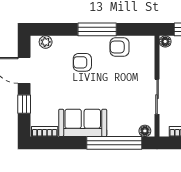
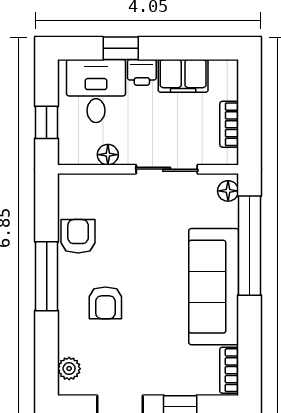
floor lamp: (165, 41) -> (108, 155), moved
armchair: (120, 47) -> (78, 236), turned 180
sofa: (83, 123) -> (214, 287), width x1.36

